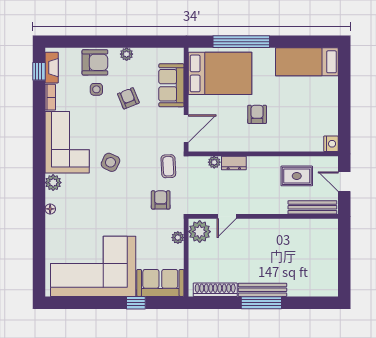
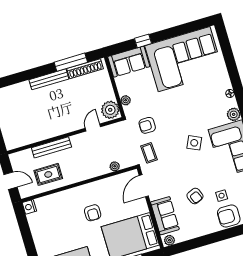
plant: (127, 54) -> (169, 240), moved
dresser: (234, 163) -> (99, 170), removed
armchair: (161, 200) -> (147, 125), turned 90
bench: (312, 207) -> (51, 147), moved
window: (261, 303) -> (71, 62), moved

